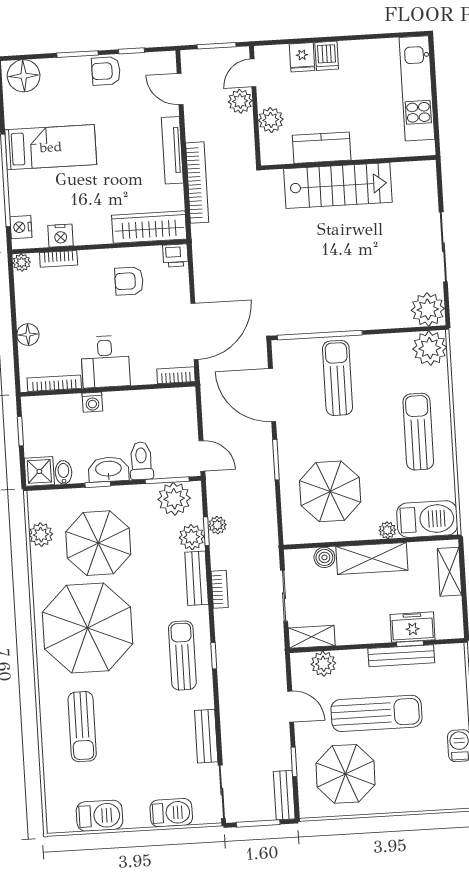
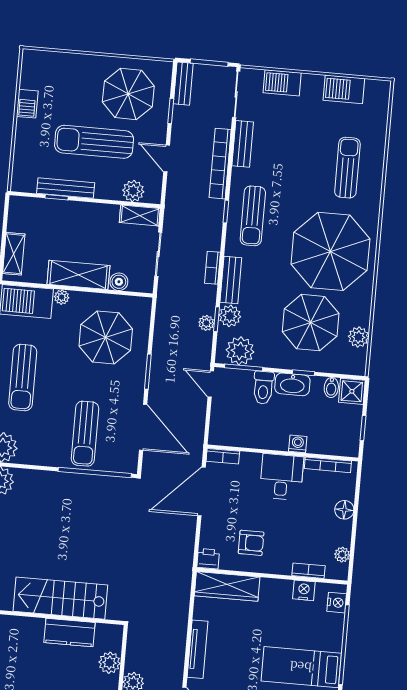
bookcase: (197, 183) -> (220, 164), moved
plant: (22, 262) -> (342, 555), moved
freezer: (413, 627) -> (52, 211), removed

